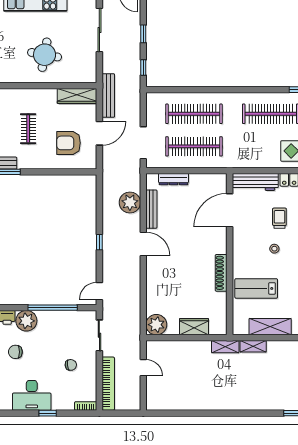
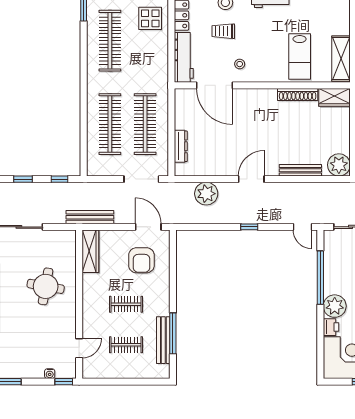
door: (99, 133) -> (148, 227), moved
bench: (151, 209) -> (300, 170), moved
stool: (274, 249) -> (240, 64), moved
shoe rack: (221, 273) -> (298, 95), moved
wardrobe: (194, 327) -> (334, 97), moved, turned -90
shelving: (270, 327) -> (341, 59), moved

